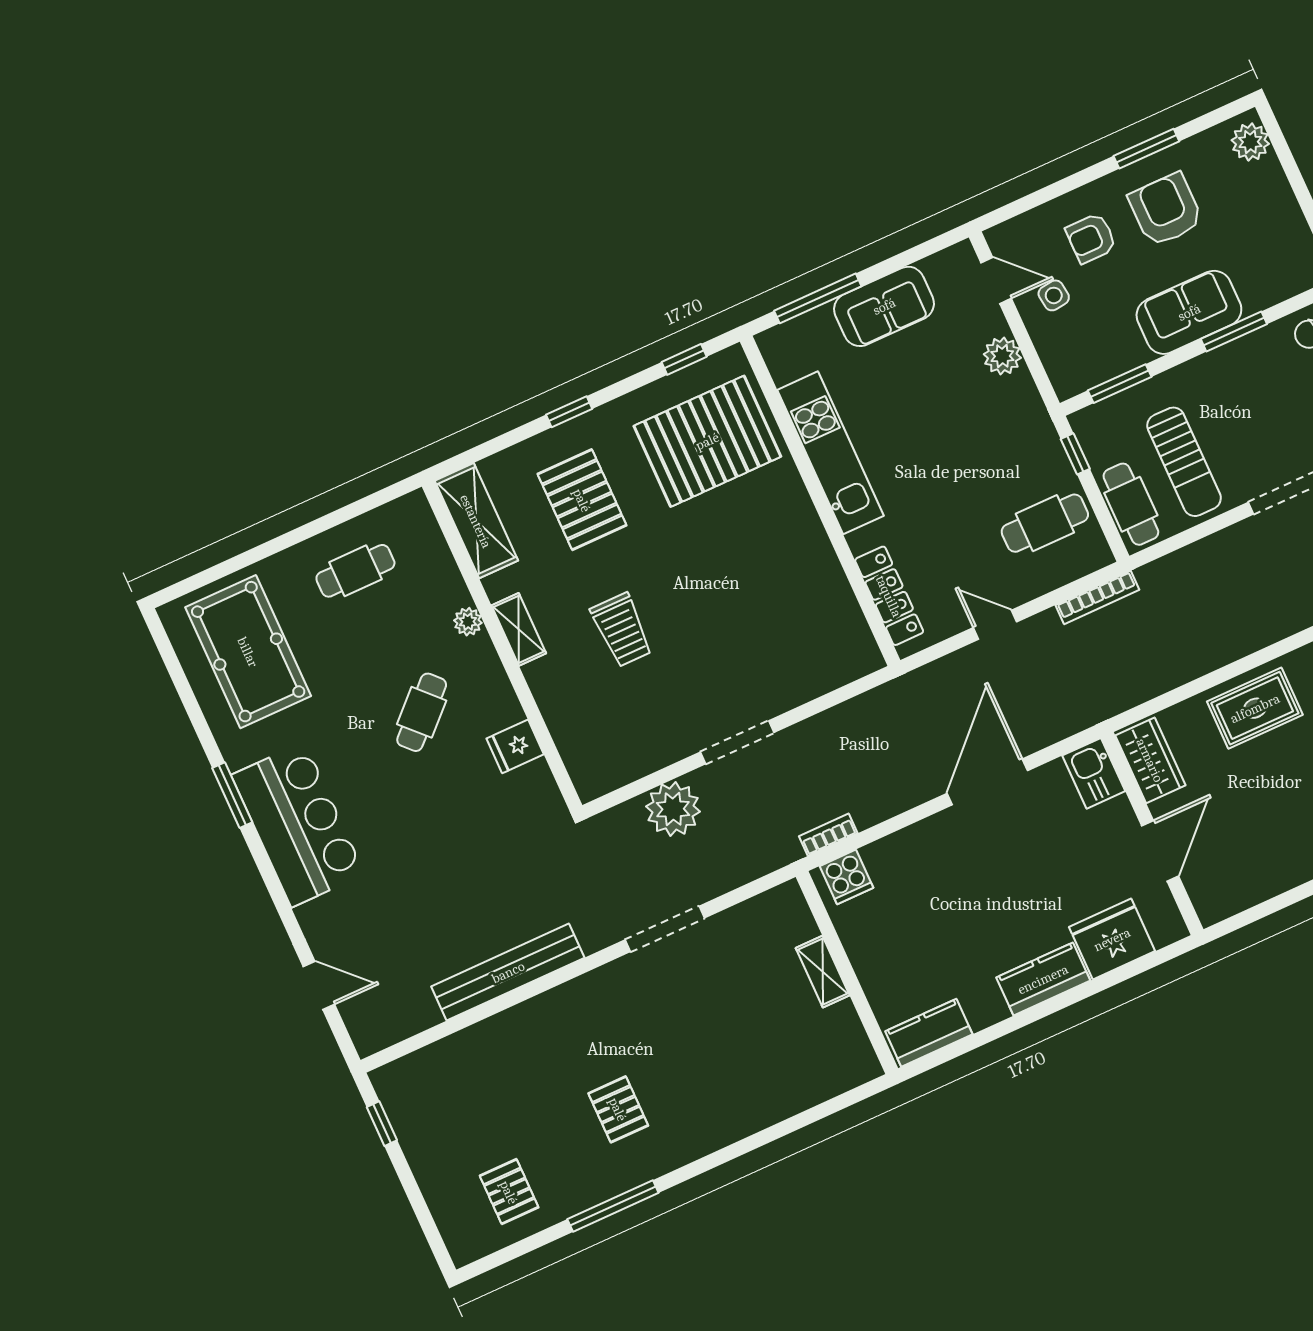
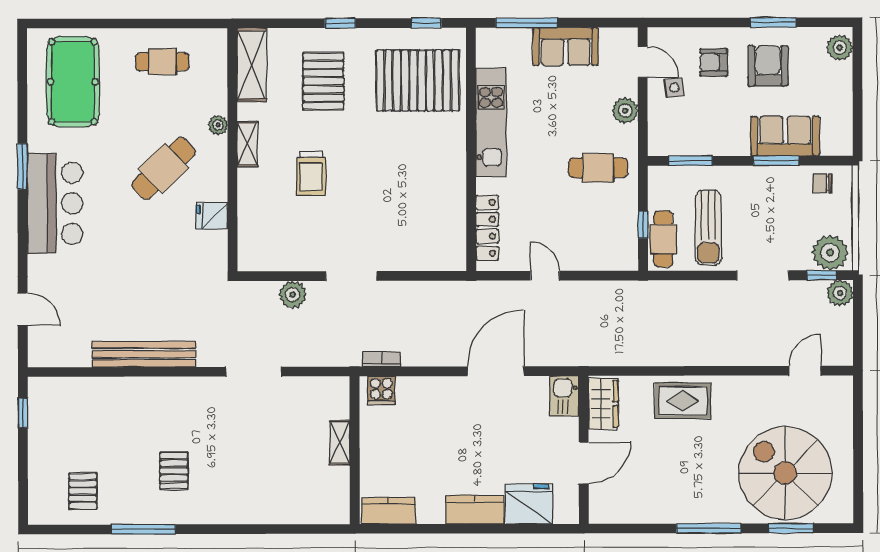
sofa: (1189, 312) -> (785, 136), moved
window: (1075, 454) -> (643, 225), moved
cafe table: (1045, 523) -> (598, 168), moved
bookcase: (1097, 597) -> (616, 288), removed
cafe table: (422, 712) -> (164, 168), width x1.37, depth x1.35
plant: (673, 809) -> (293, 295), width x0.73, depth x0.73

